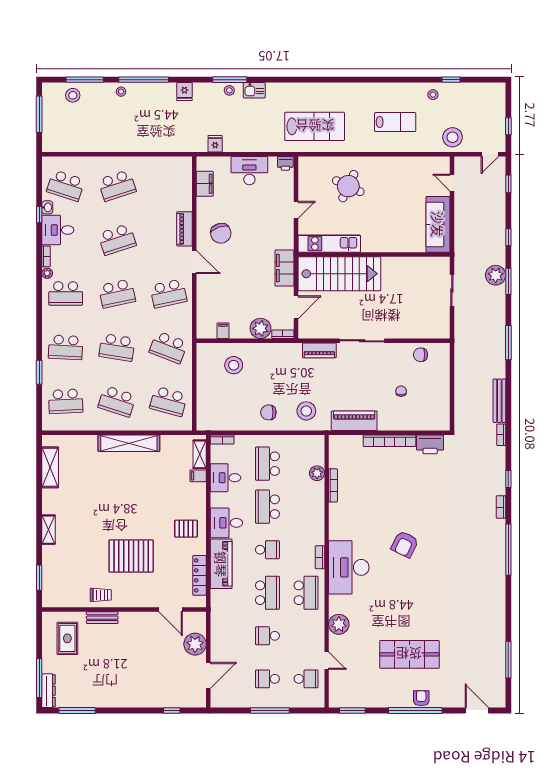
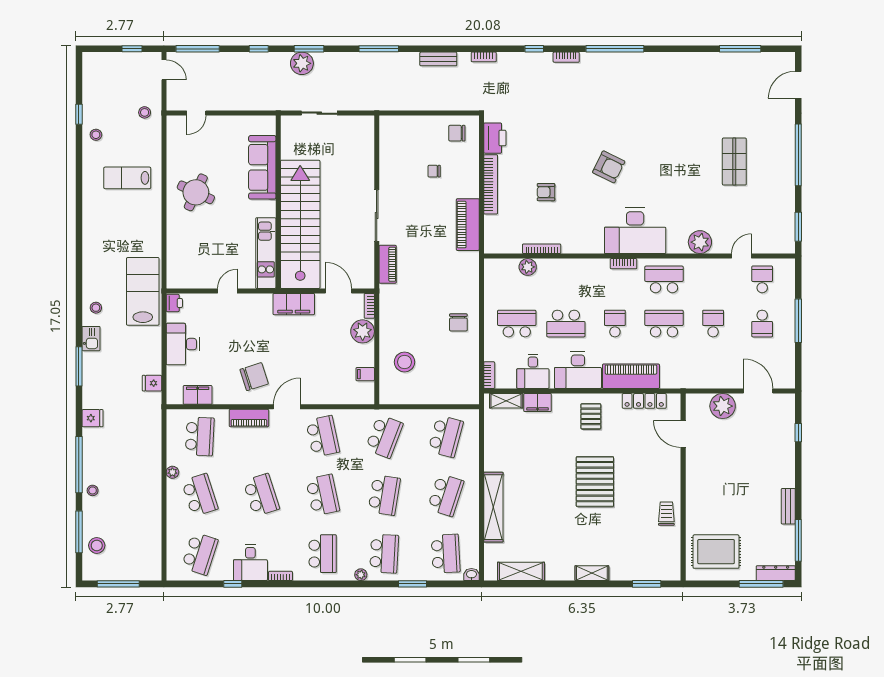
stool: (229, 90) -> (96, 308), moved
lab bench: (395, 122) -> (127, 178), turned -90
lab bench: (315, 126) -> (143, 291), moved
stool: (453, 137) -> (145, 112), width x0.53, depth x0.53
plant: (137, 162) -> (172, 472), added
window: (508, 184) -> (198, 49), width x2.17
school desk: (168, 186) -> (200, 436), added
round table: (348, 186) -> (196, 192), moved
washbasin: (47, 207) -> (471, 575), moved
door: (296, 210) -> (227, 291), hinge flipped
sofa: (438, 224) -> (262, 167), moved, turned 90
plant: (47, 273) -> (361, 575), moved
stairs: (339, 274) -> (300, 224), width x1.36
chair: (420, 355) -> (457, 133), moved, turned 90
bench: (499, 401) -> (438, 59), width x0.73
stool: (306, 411) -> (457, 279), removed
shelving: (129, 443) -> (493, 507), moved
school desk: (267, 464) -> (517, 324), turned 180
filing cabinet: (198, 476) -> (538, 403), width x2.00
desk: (226, 523) -> (578, 370), width x1.37
pallet: (131, 556) -> (595, 482), moved
door: (171, 610) -> (683, 434), swing flipped
bench: (102, 618) -> (788, 506), moved
school desk: (267, 636) -> (713, 324), turned 180
rug: (67, 638) -> (716, 552), width x1.36, depth x1.43
shop shelf: (409, 654) -> (734, 162), width x0.70, depth x0.74
armchair: (421, 698) -> (546, 192), moved

